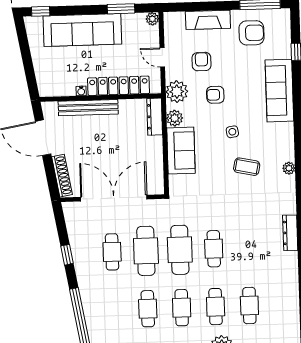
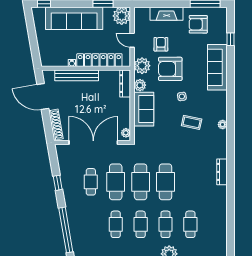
plant: (152, 19) -> (122, 16), width x1.87, depth x1.87
armchair: (252, 33) -> (198, 24), turned 180
armchair: (215, 95) -> (170, 69), width x1.88, depth x1.88
plant: (158, 184) -> (126, 133), added
cafe table: (214, 249) -> (166, 182), width x1.37, depth x1.35

